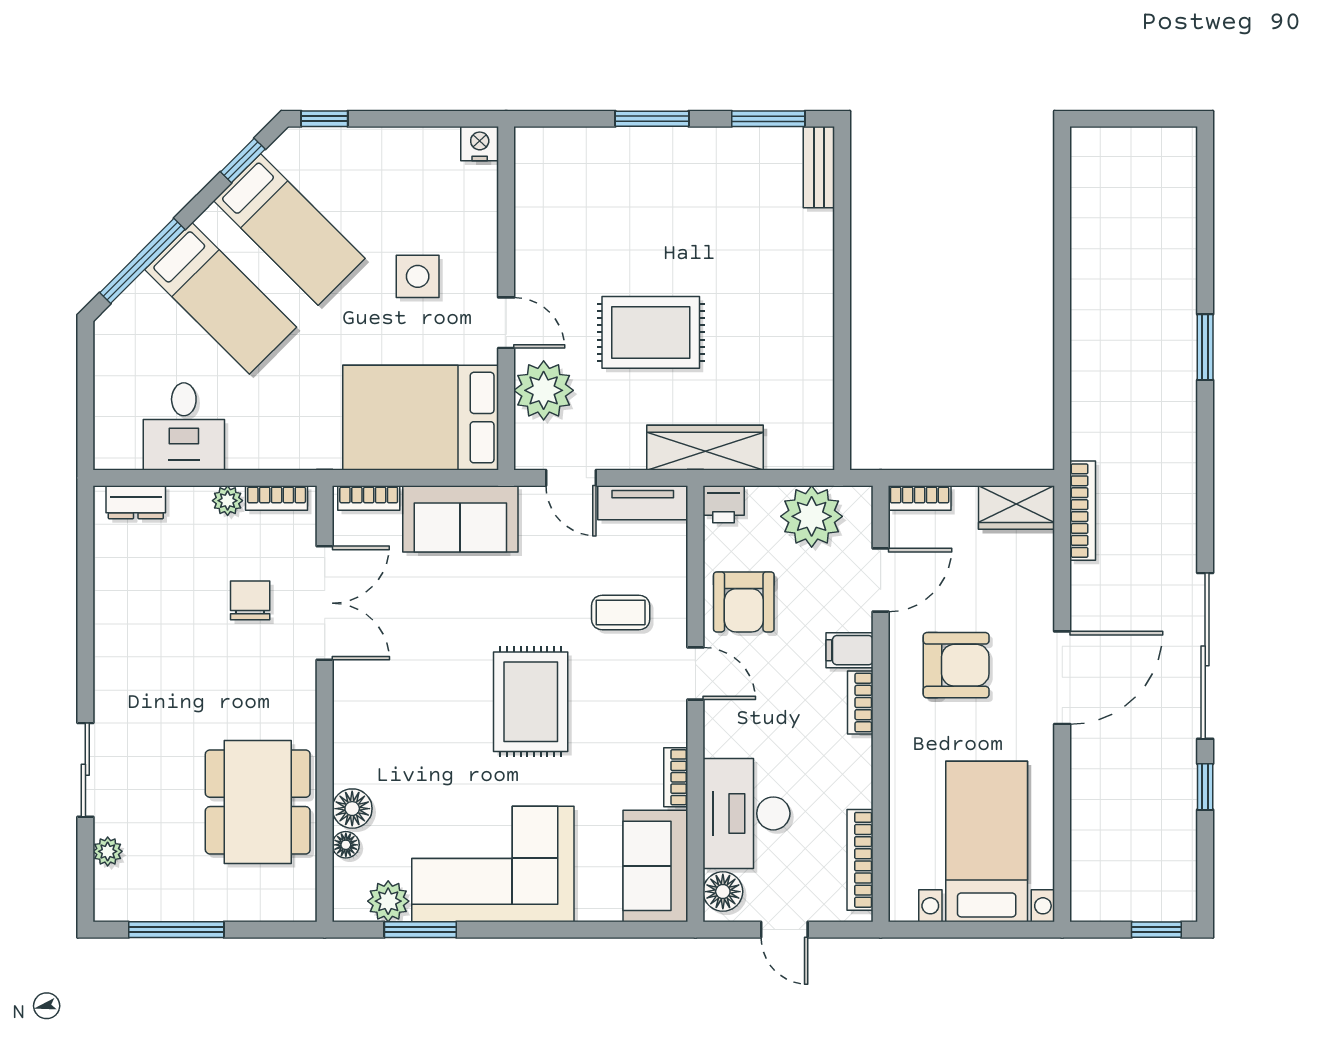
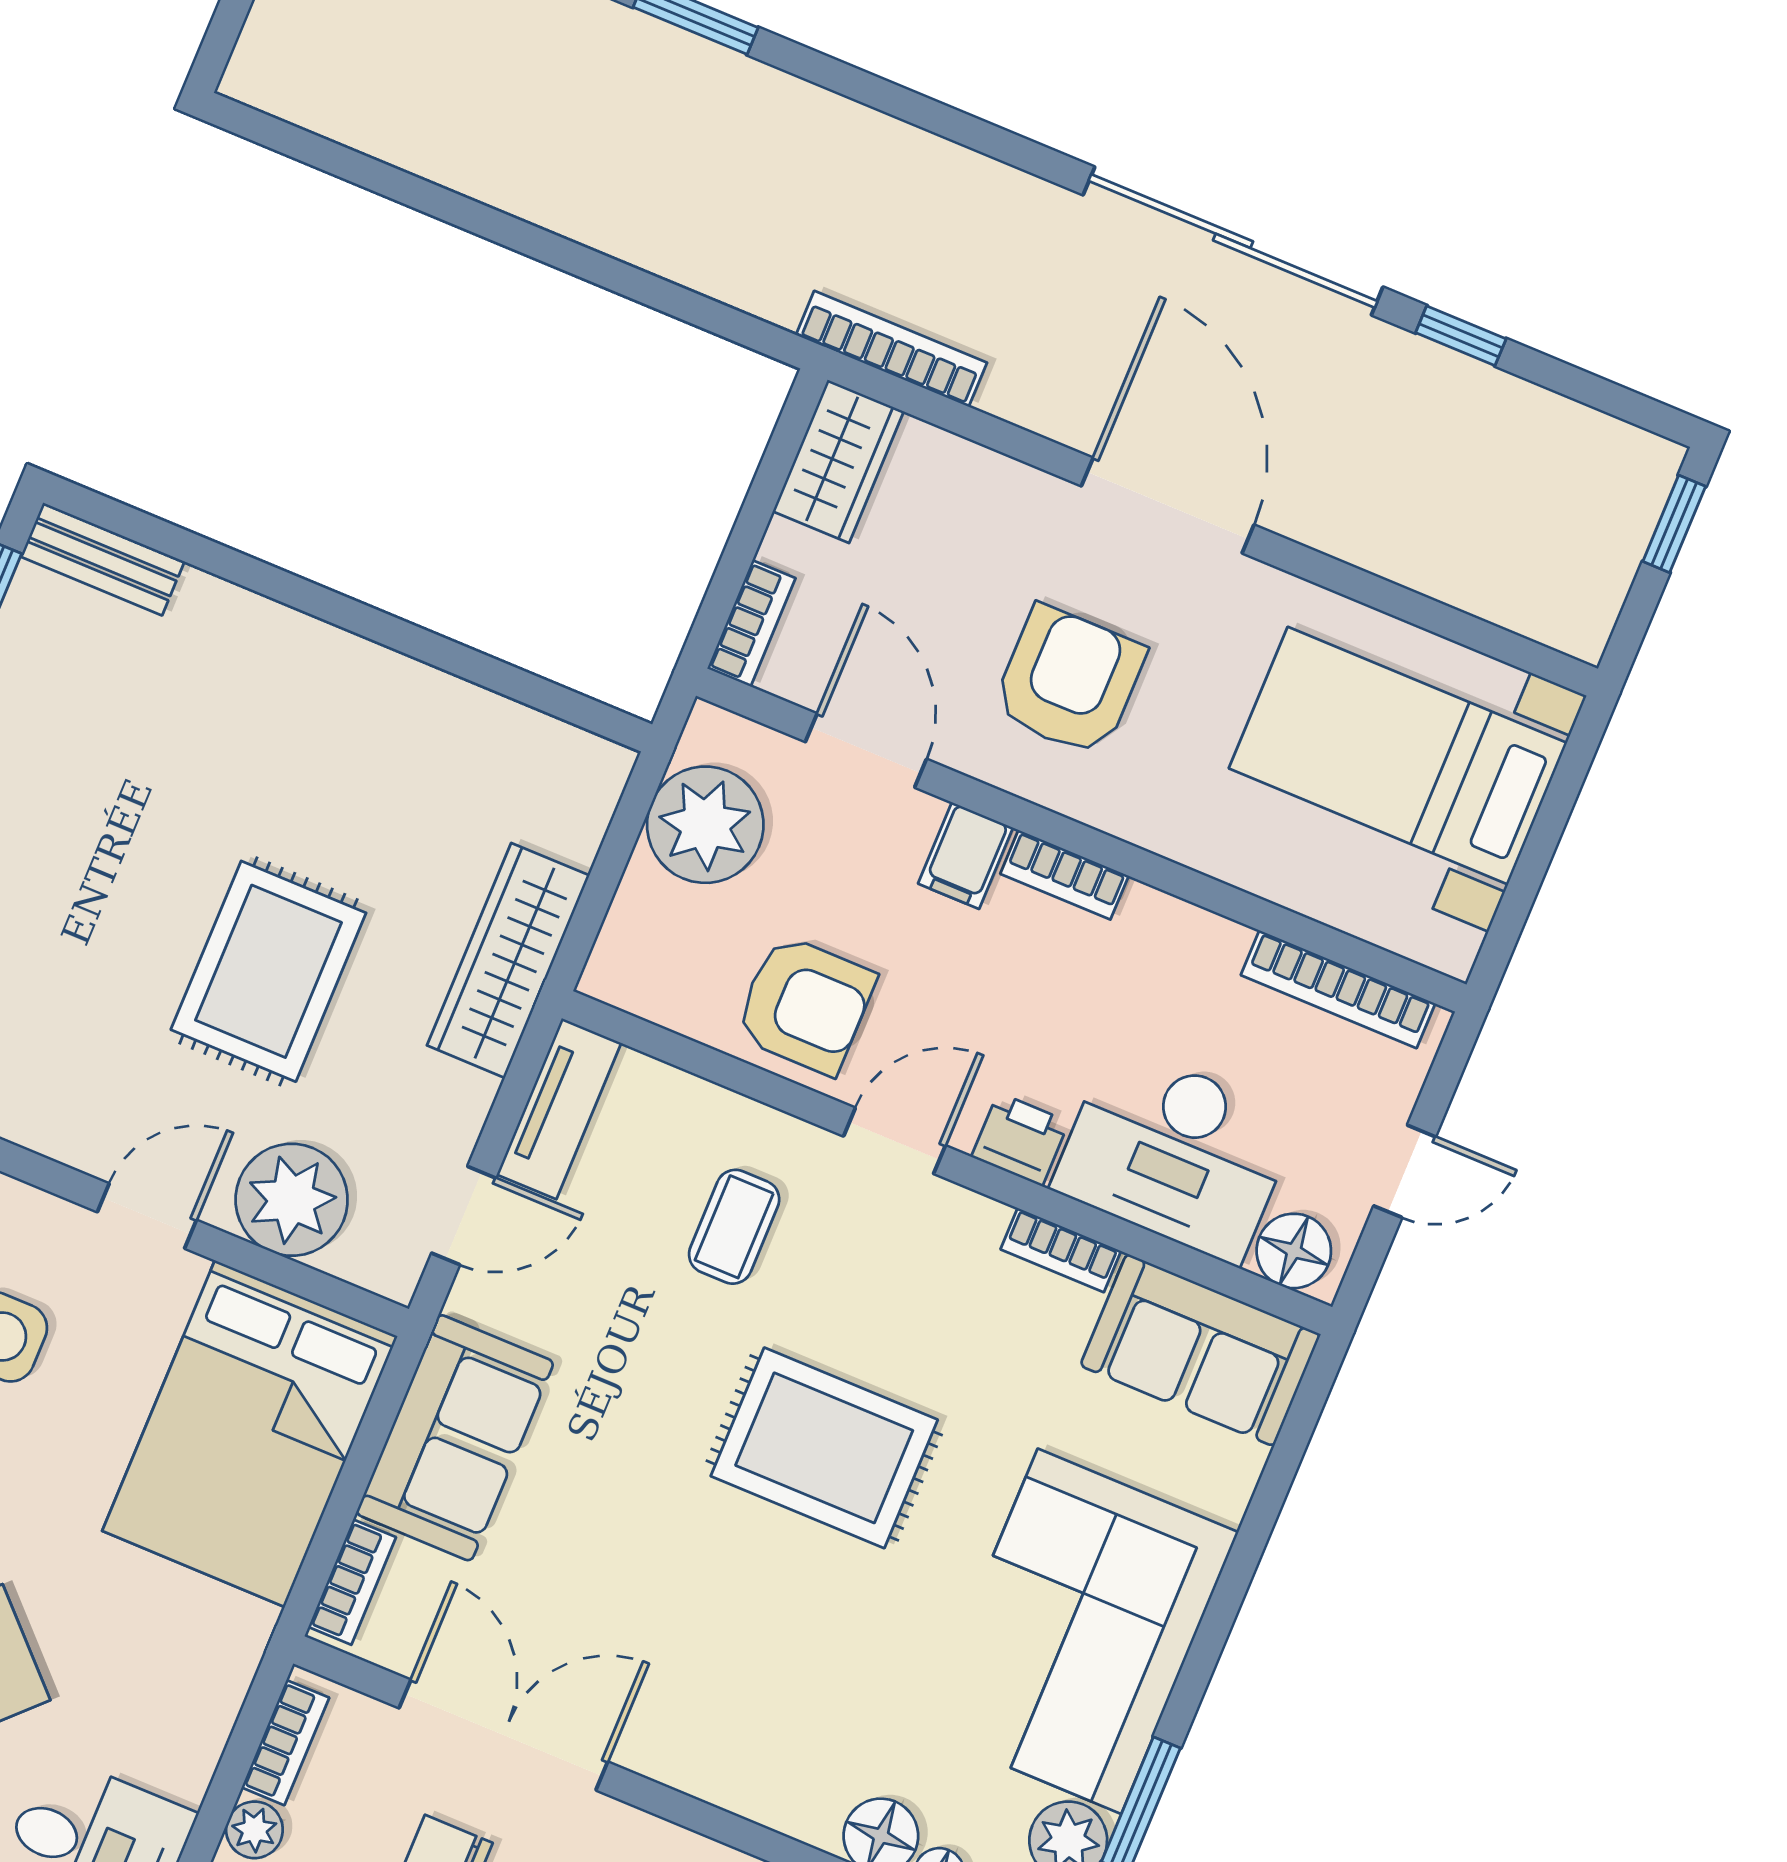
printer: (724, 504) -> (1020, 1139), moved, turned -90

